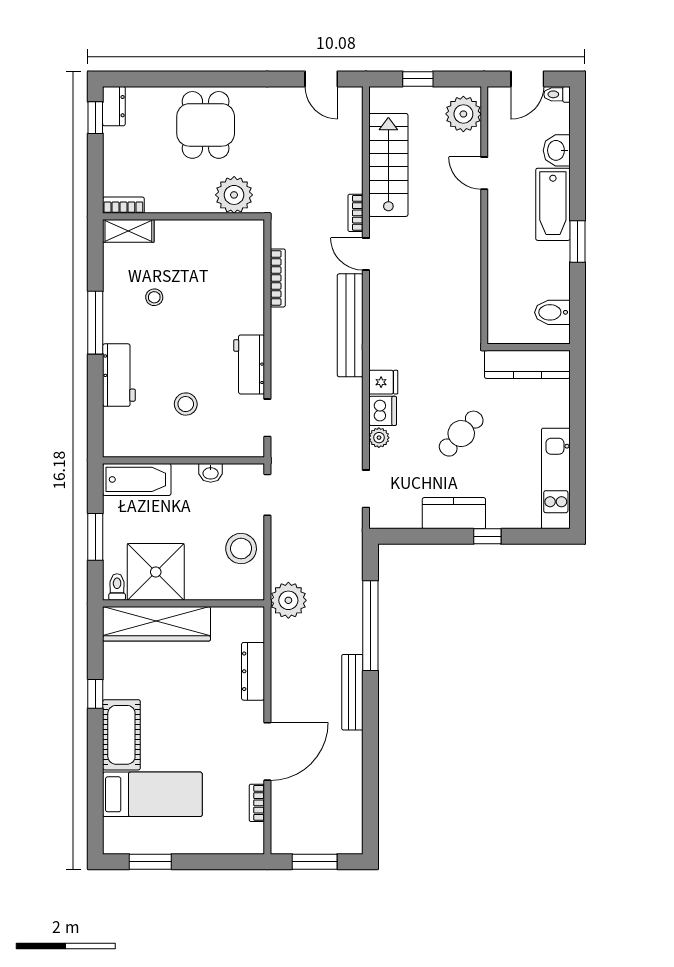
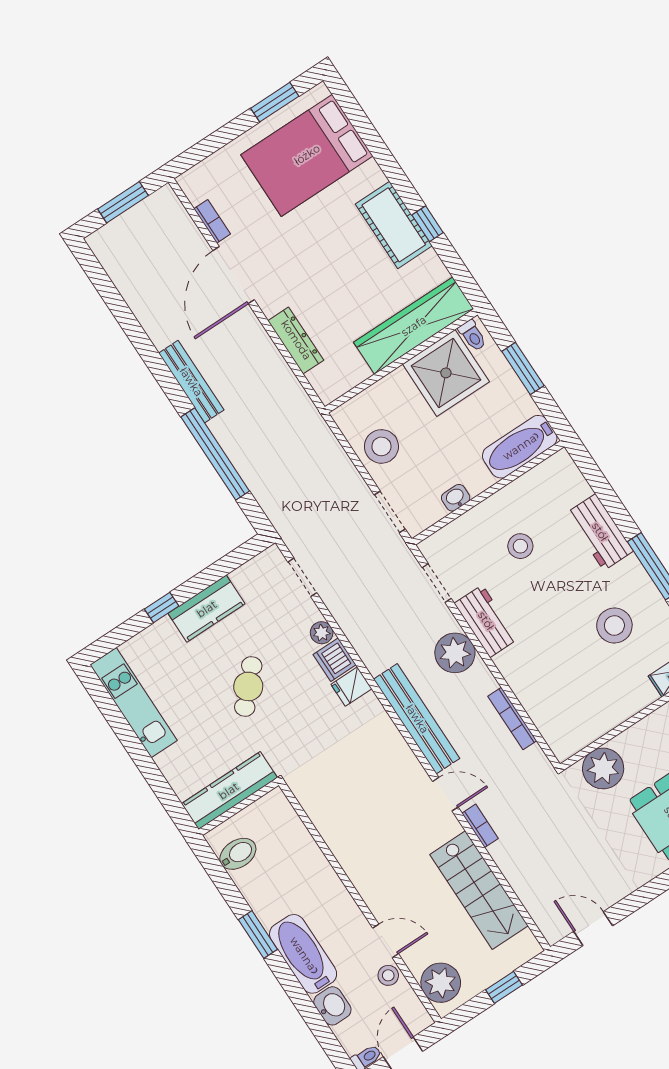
stool: (499, 146) -> (388, 975), added
stool: (154, 297) -> (614, 625), width x1.89, depth x1.89
plant: (288, 600) -> (455, 653), moved
cot: (121, 735) -> (394, 225), moved
bed: (152, 794) -> (307, 155), width x1.50

